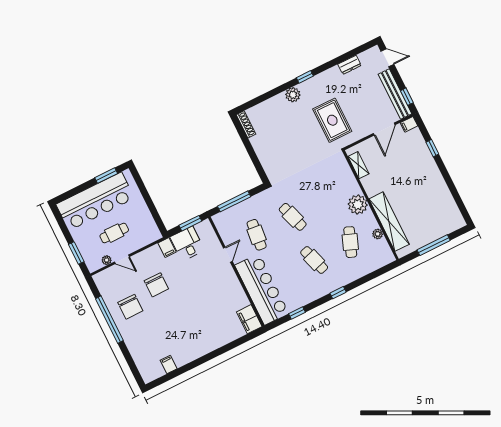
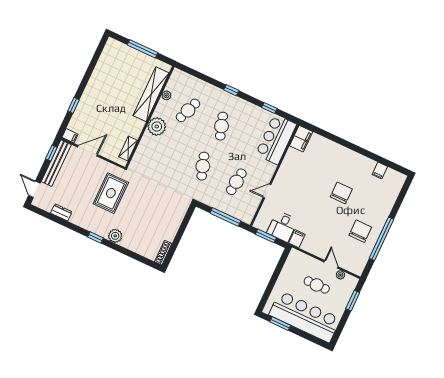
chair: (156, 285) -> (341, 193), moved
bar counter: (262, 289) -> (276, 139), width x0.73

